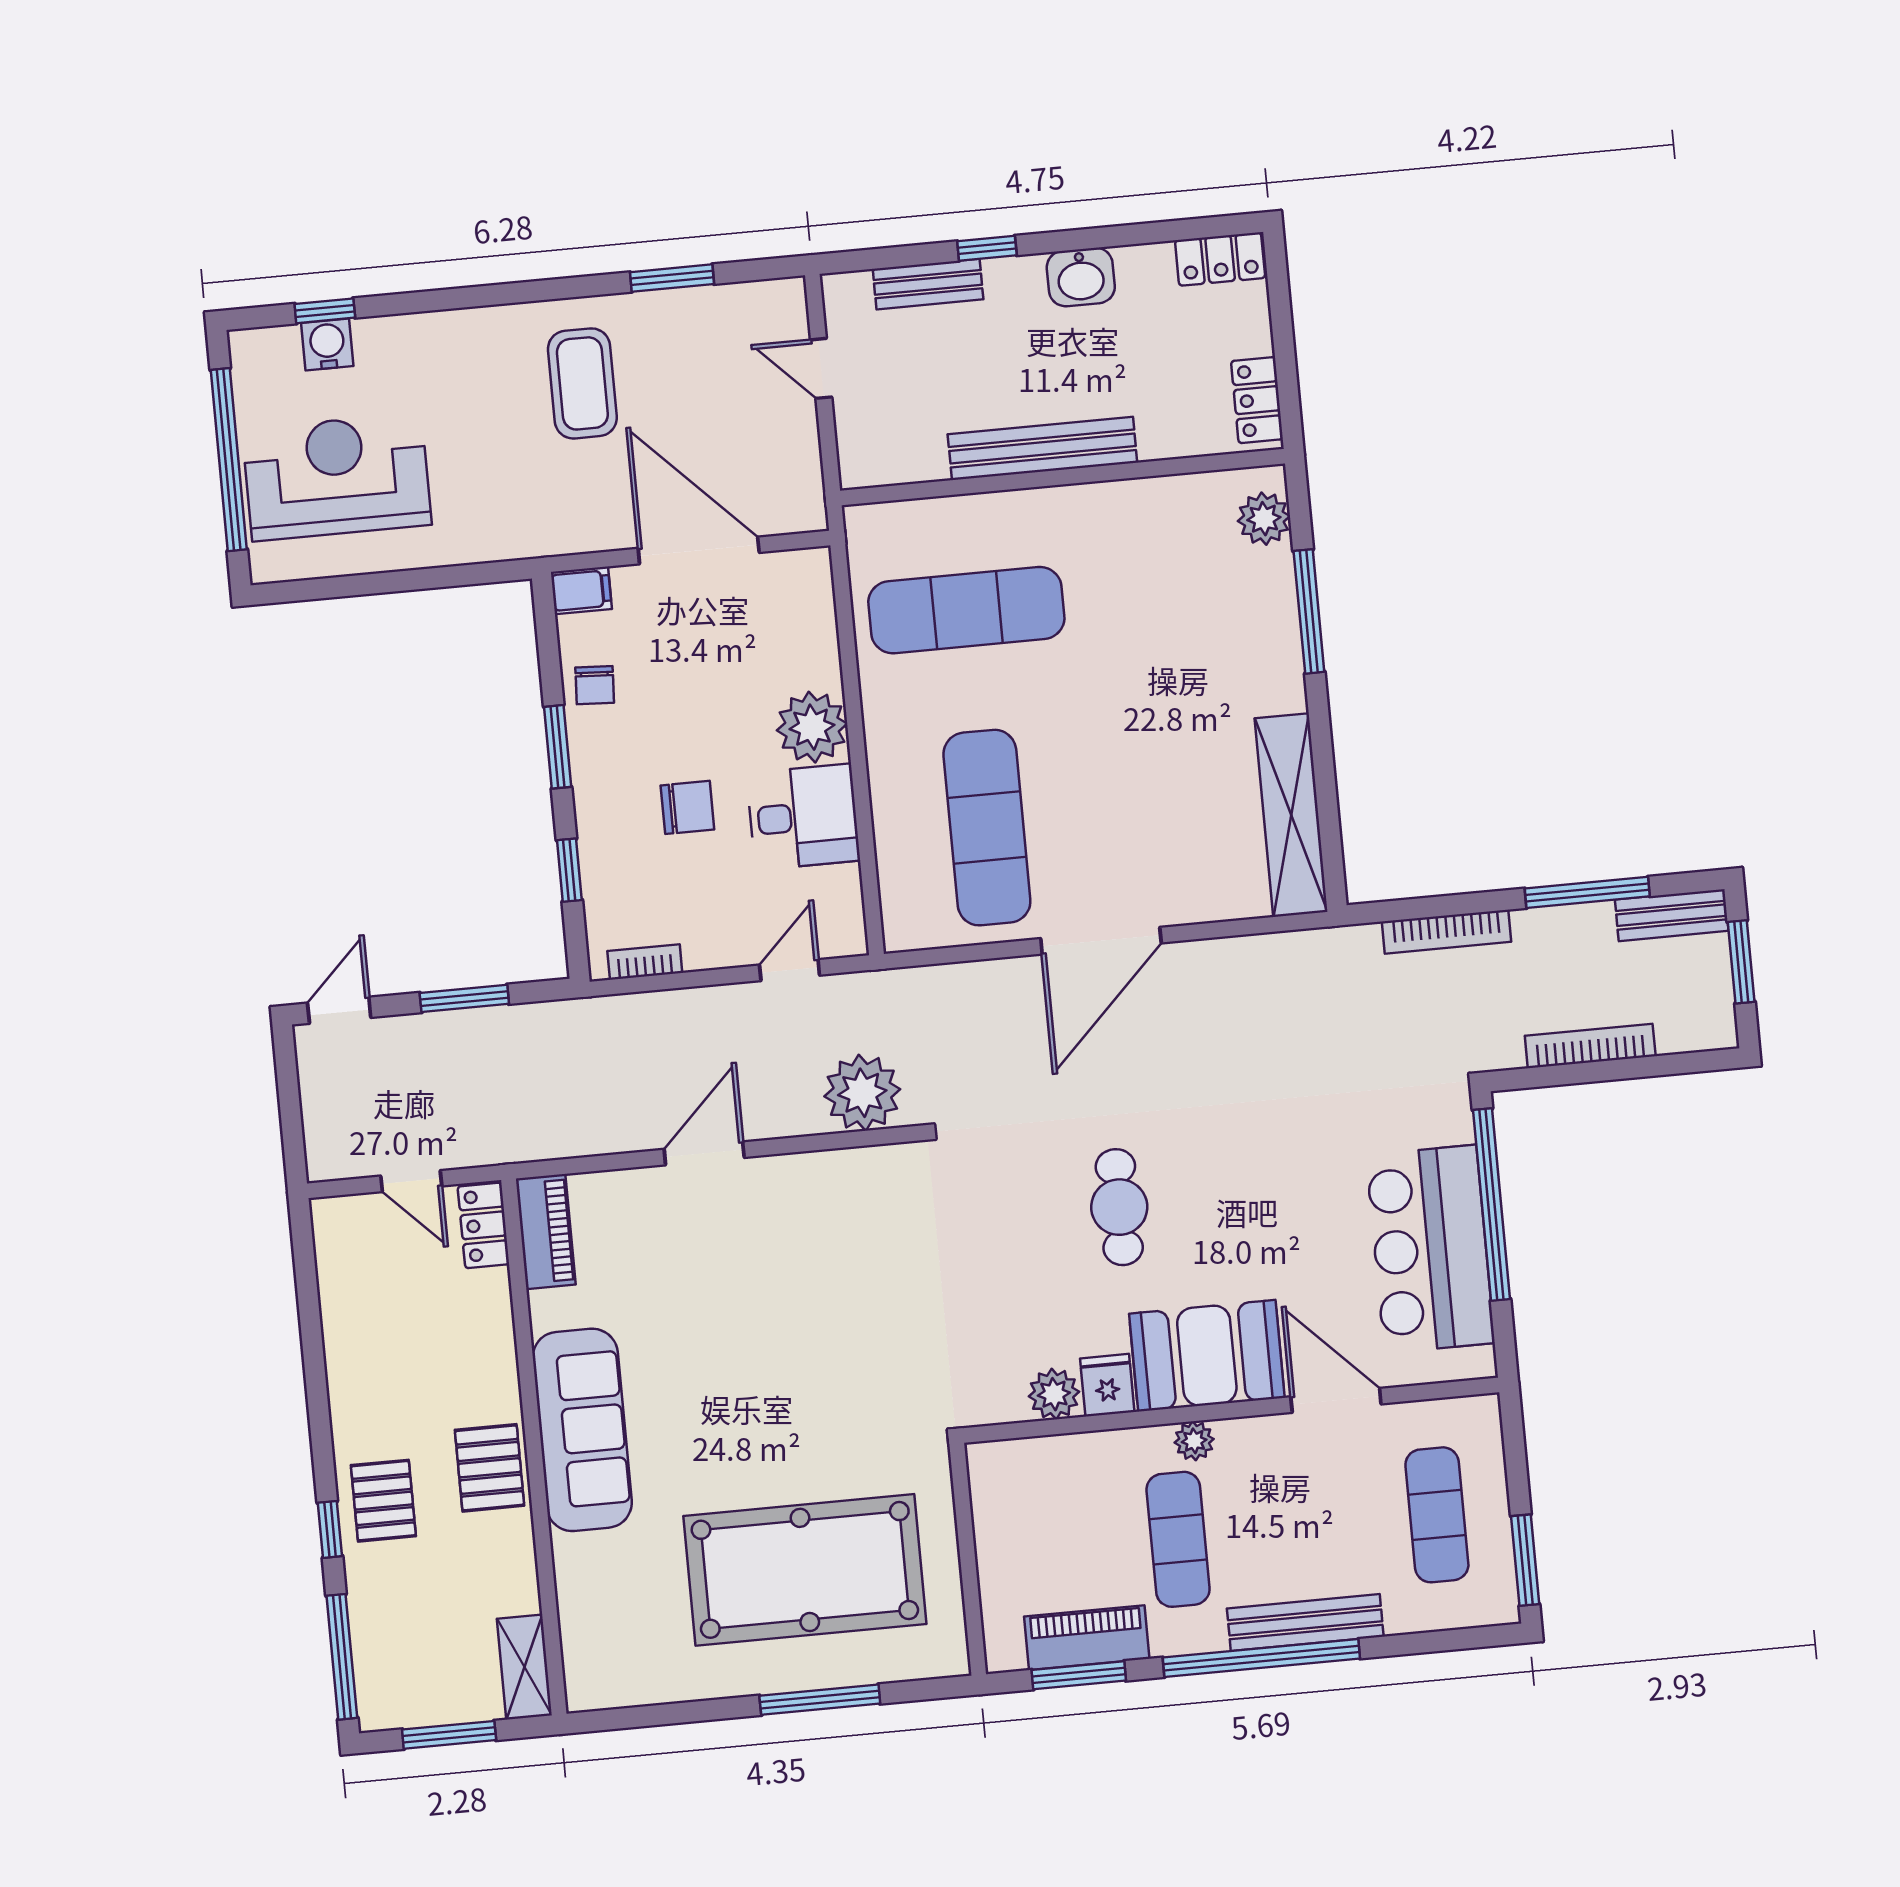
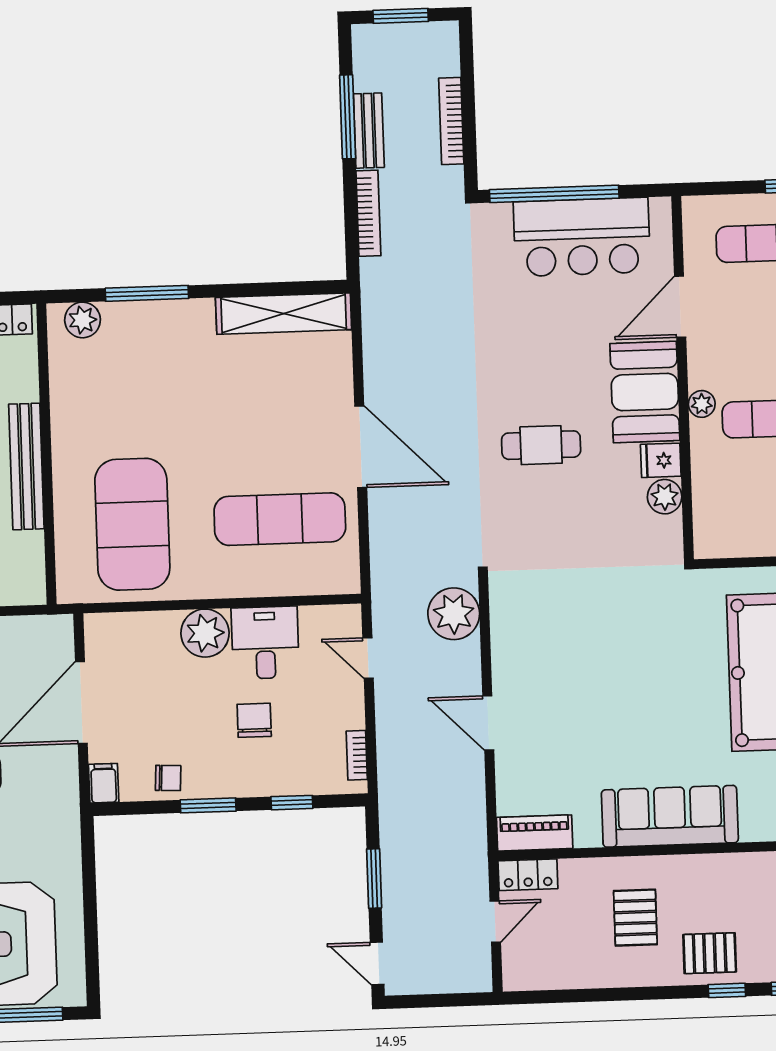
exercise mat: (966, 610) -> (132, 524), width x1.47
bench: (1672, 915) -> (369, 131), moved
pallet: (490, 1468) -> (635, 918), moved, turned 90

